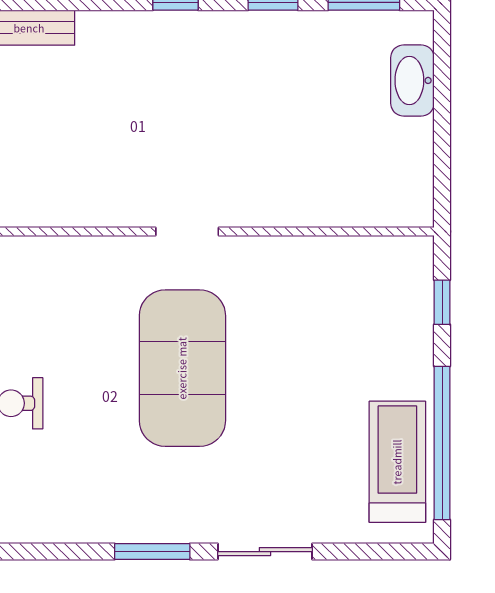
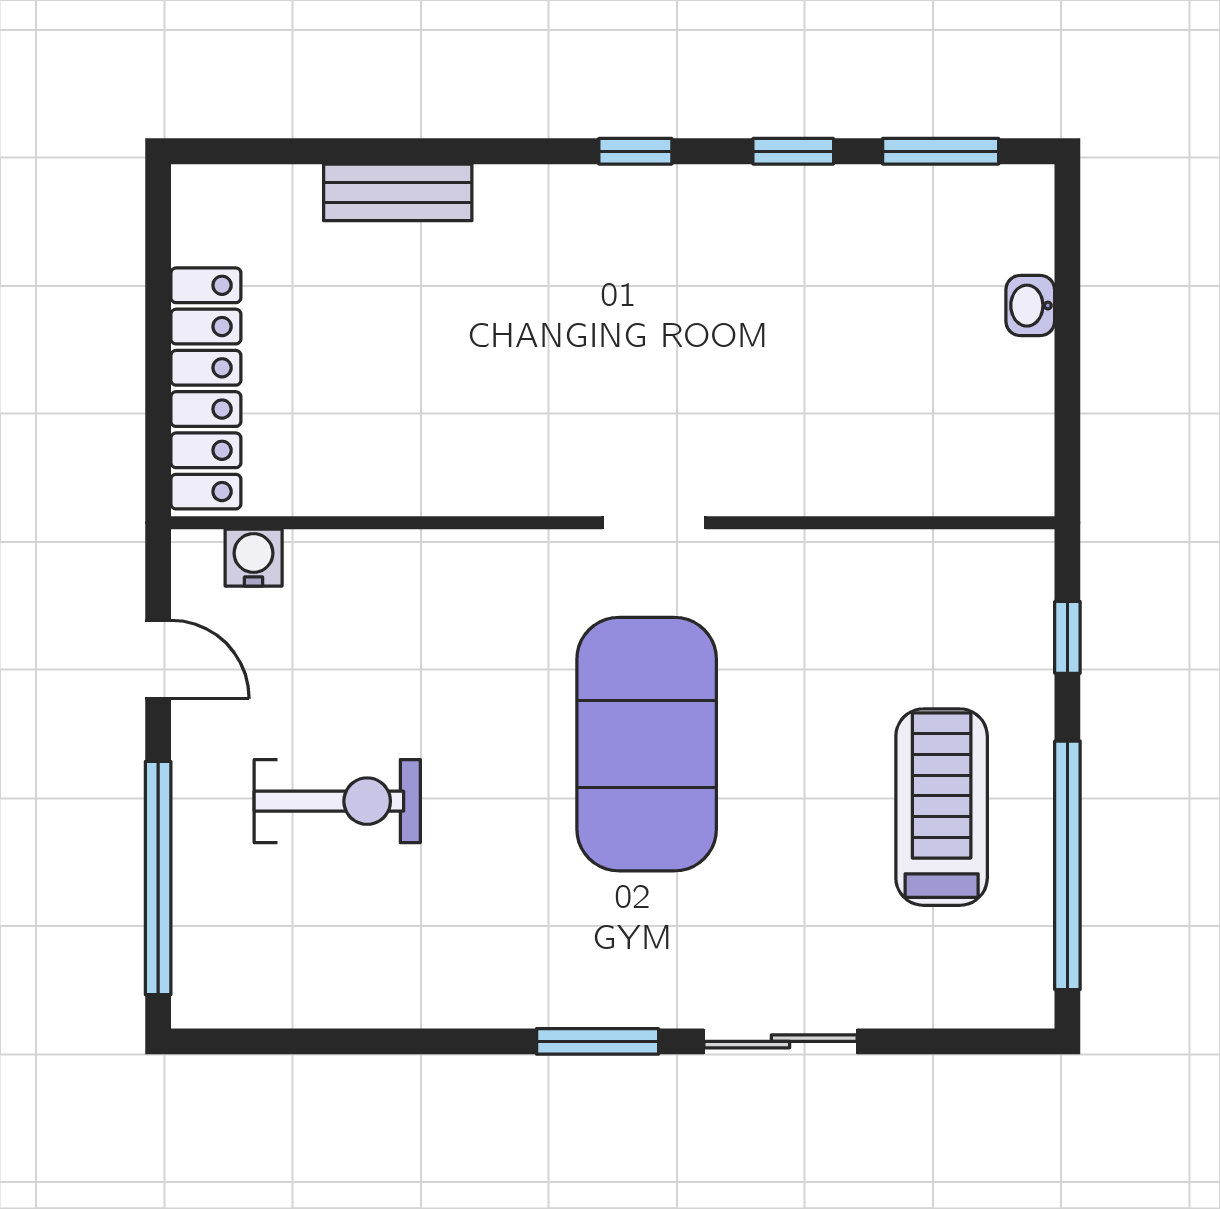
washbasin: (412, 80) -> (1030, 306), width x0.52, depth x0.69
treadmill: (397, 462) -> (942, 807), moved

